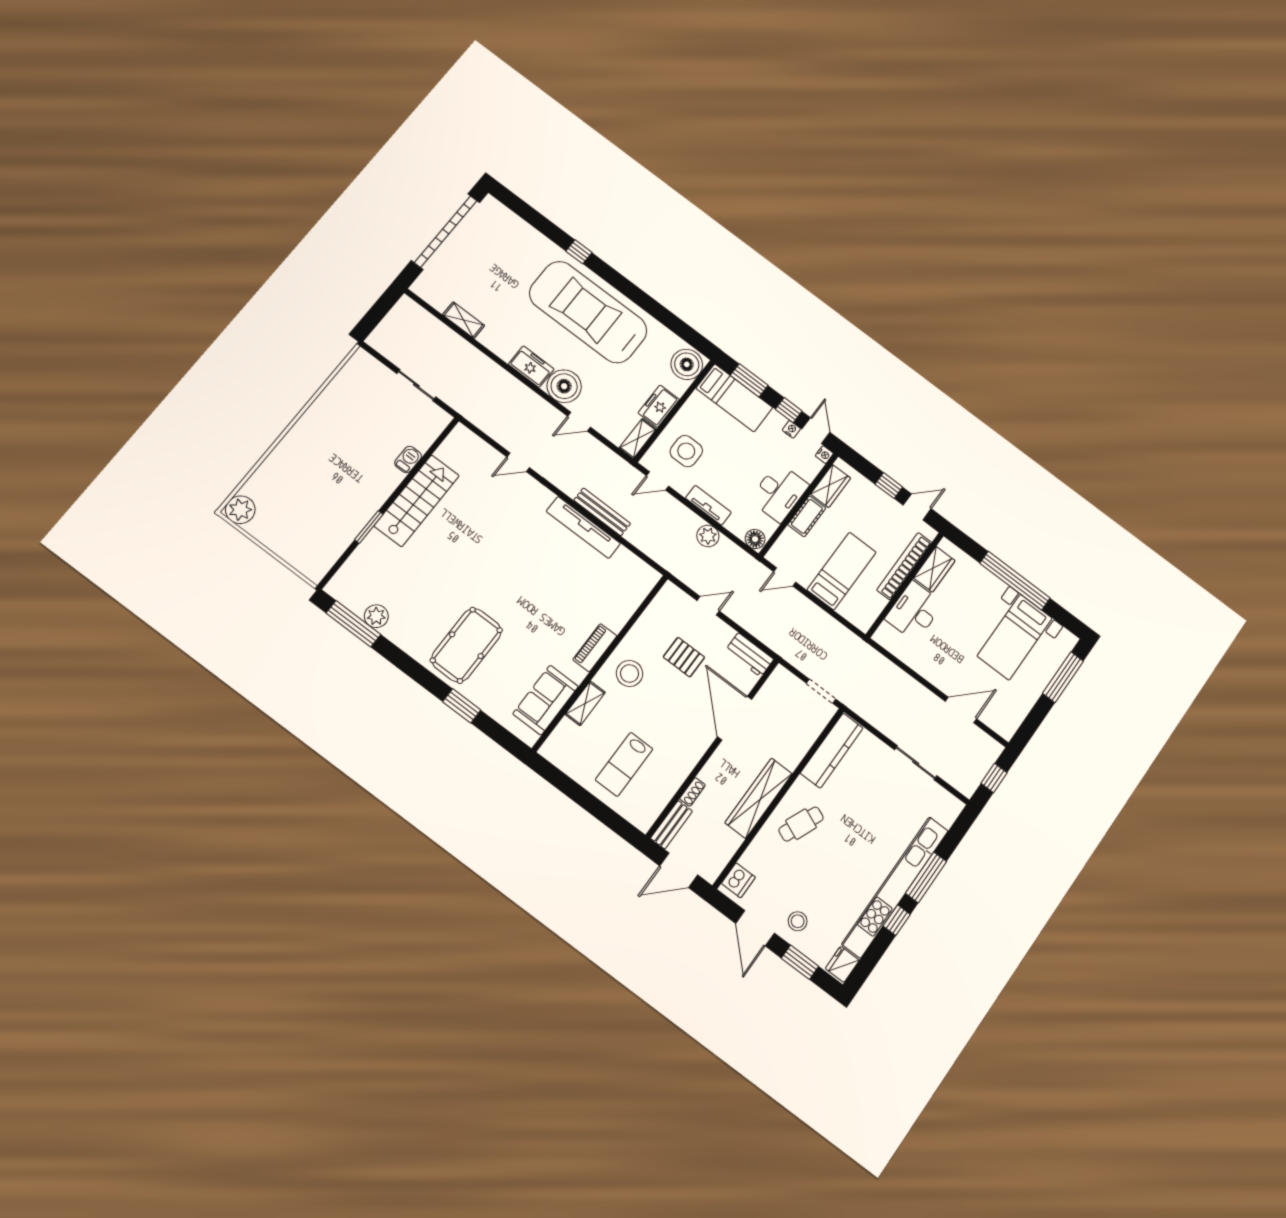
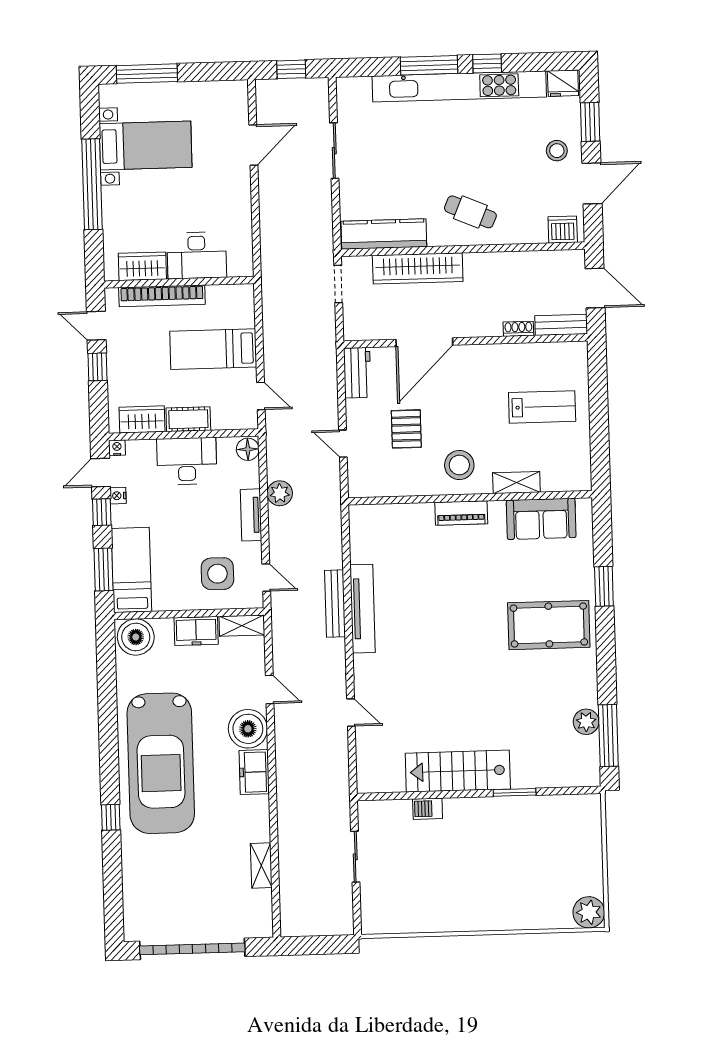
door: (961, 710) -> (253, 145), swing flipped
wardrobe: (759, 798) -> (418, 268), moved

